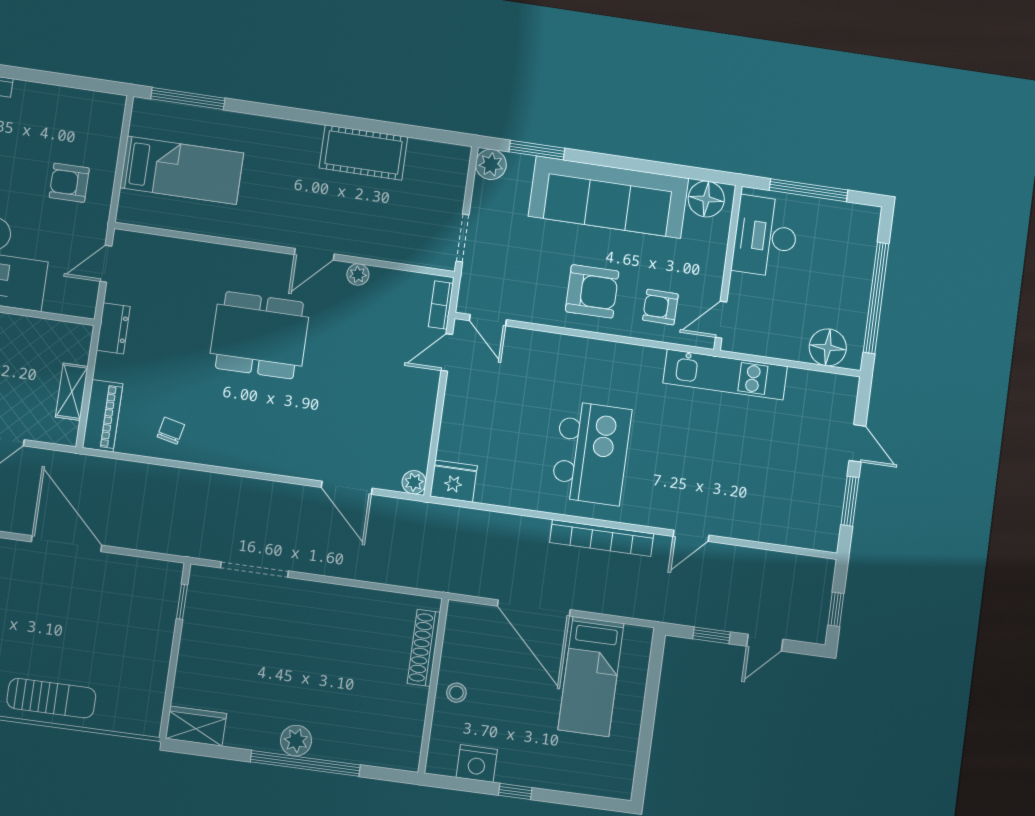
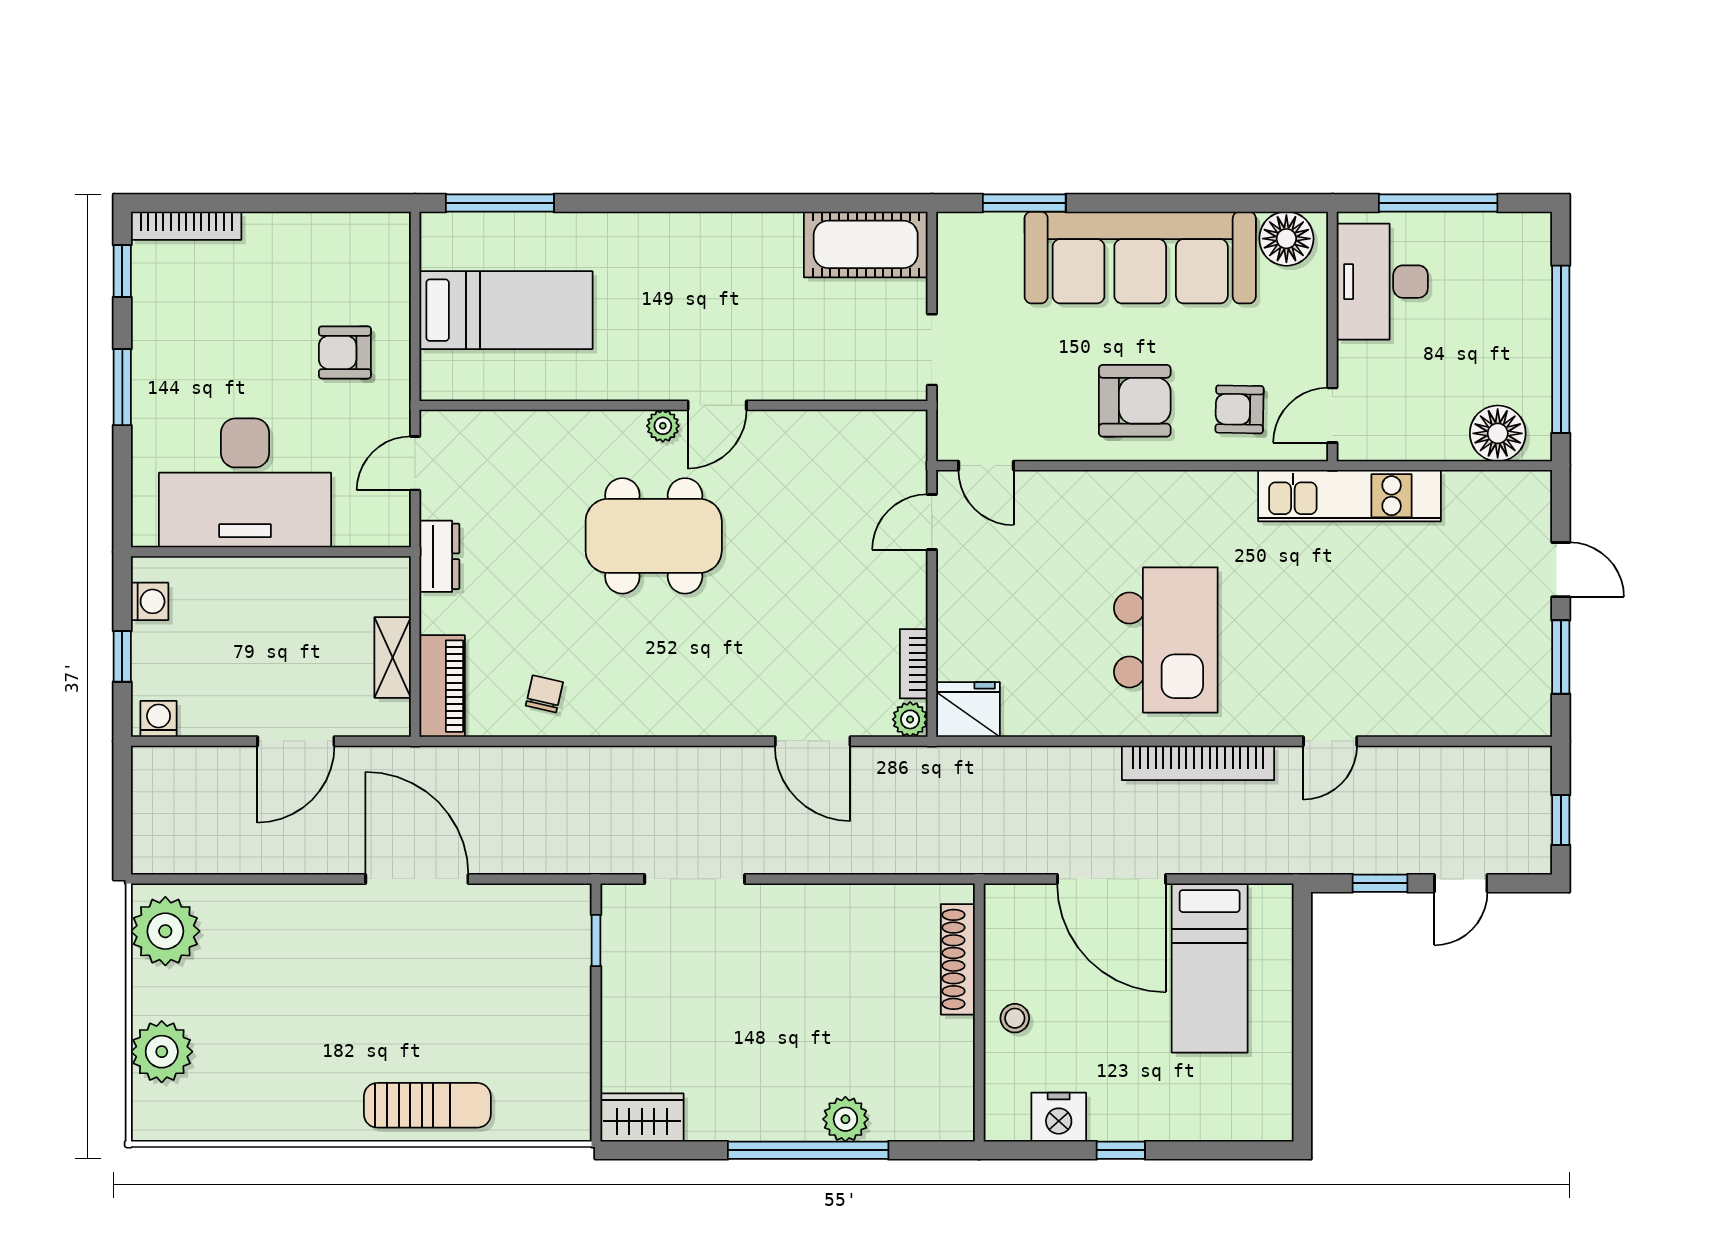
cot: (363, 152) -> (866, 244), moved
plant: (491, 164) -> (959, 234), removed
plant: (358, 274) -> (663, 426), moved
bookcase: (441, 305) -> (914, 664), moved
plant: (296, 741) -> (845, 1119), moved

